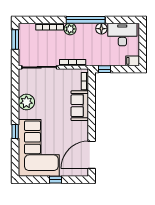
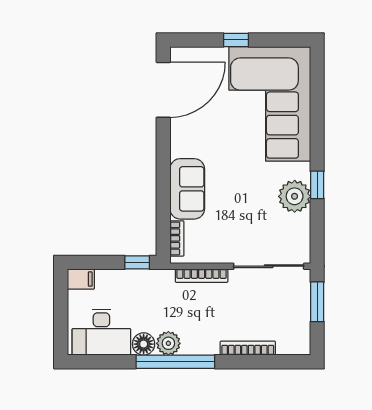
plant: (70, 29) -> (168, 343), moved
window: (15, 39) -> (317, 302), moved
window: (15, 132) -> (317, 185), moved

